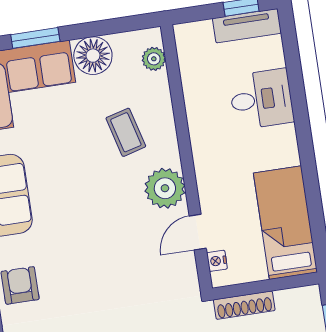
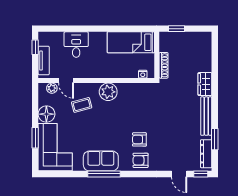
tv unit: (247, 26) -> (44, 61), moved
door: (198, 232) -> (66, 81), moved
armchair: (67, 276) -> (139, 139), added

